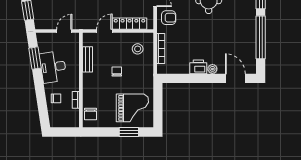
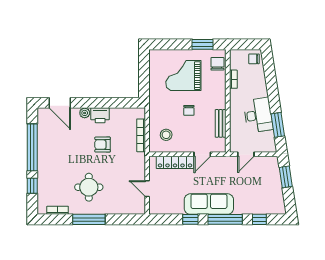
armchair: (169, 18) -> (103, 145), moved
chair: (56, 98) -> (254, 59), moved
grand piano: (132, 108) -> (183, 76), moved
window: (129, 132) -> (203, 44), moved

